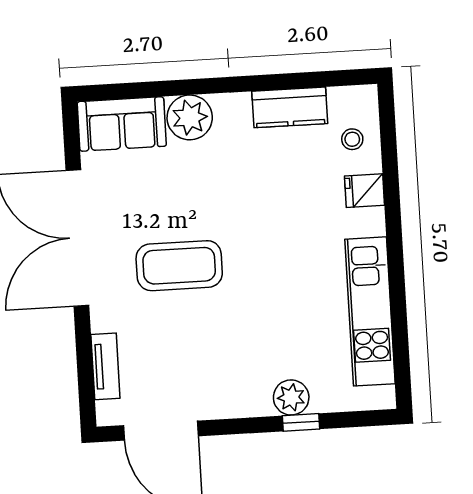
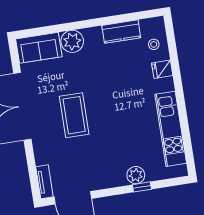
coffee table: (179, 266) -> (74, 115), turned 90
tv unit: (105, 366) -> (44, 182), moved

